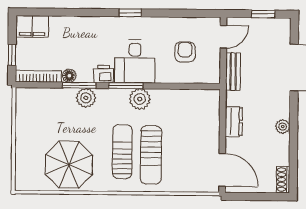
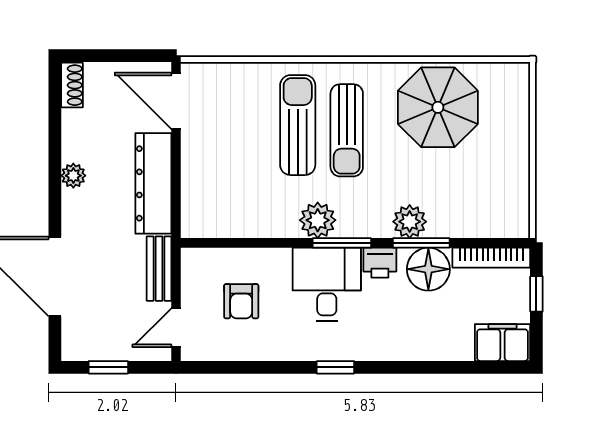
floor lamp: (69, 76) -> (428, 269), width x1.89, depth x1.89
dresser: (234, 121) -> (153, 183), width x1.96, depth x1.24

